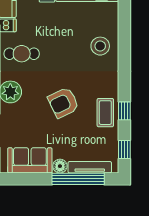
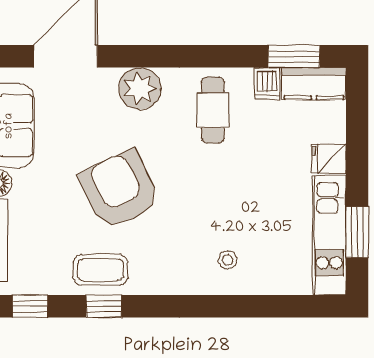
stool: (100, 46) -> (228, 260), width x0.53, depth x0.53
armchair: (63, 103) -> (119, 190), width x1.36, depth x1.36

